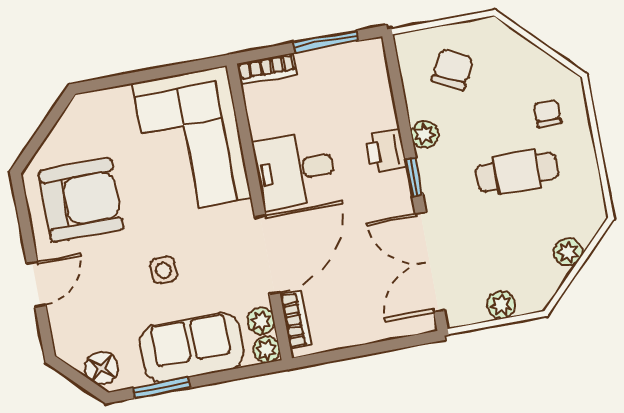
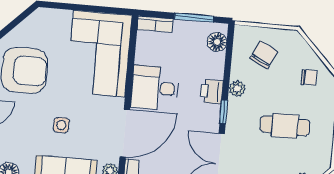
floor lamp: (373, 70) -> (217, 42), added
chair: (547, 113) -> (309, 78), moved, turned 90

